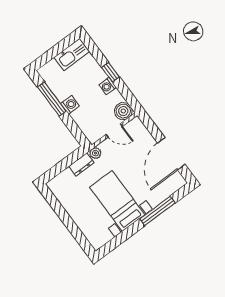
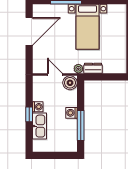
kitchen sink: (72, 54) -> (39, 126), moved, turned 90
boiler: (123, 111) -> (70, 83), moved

